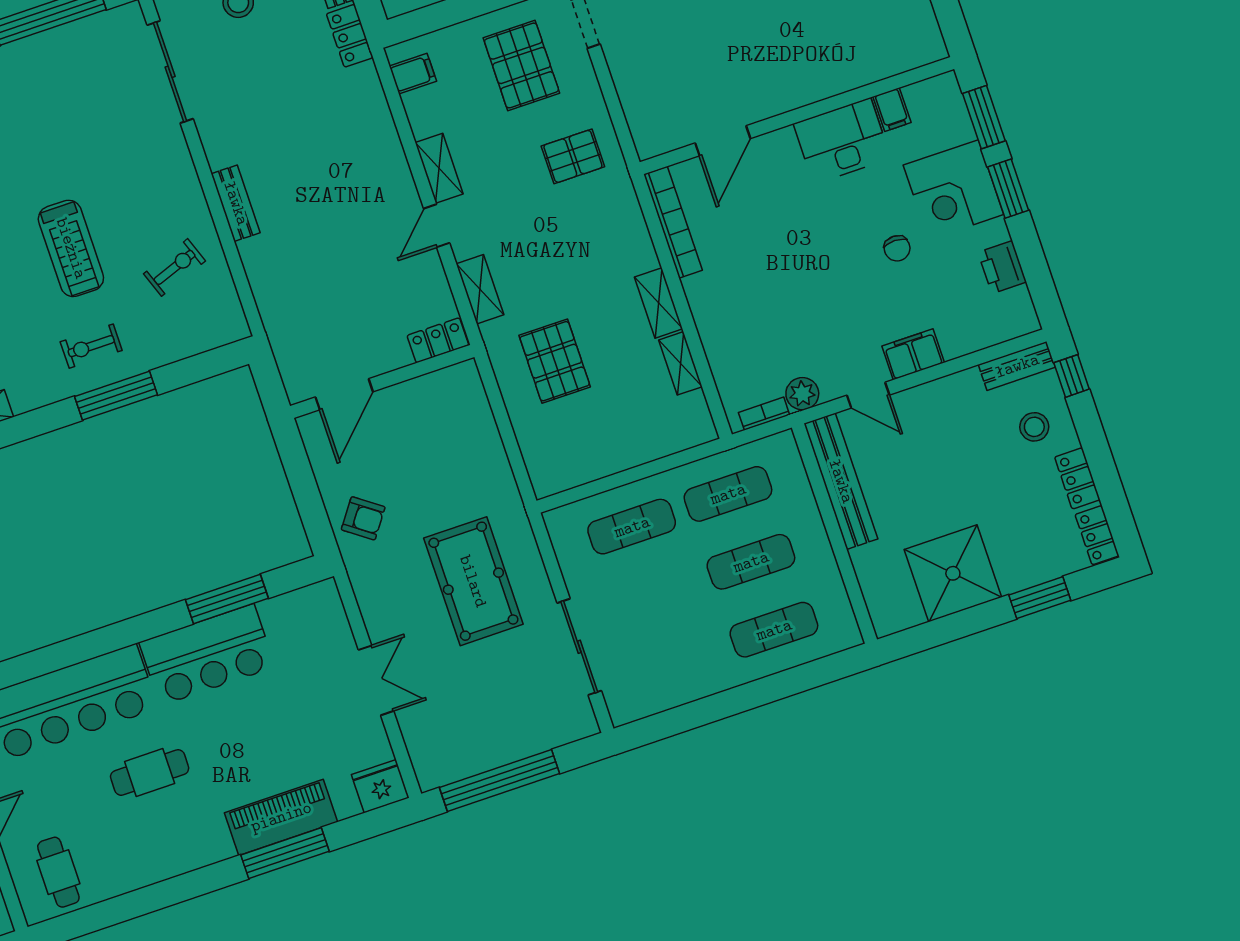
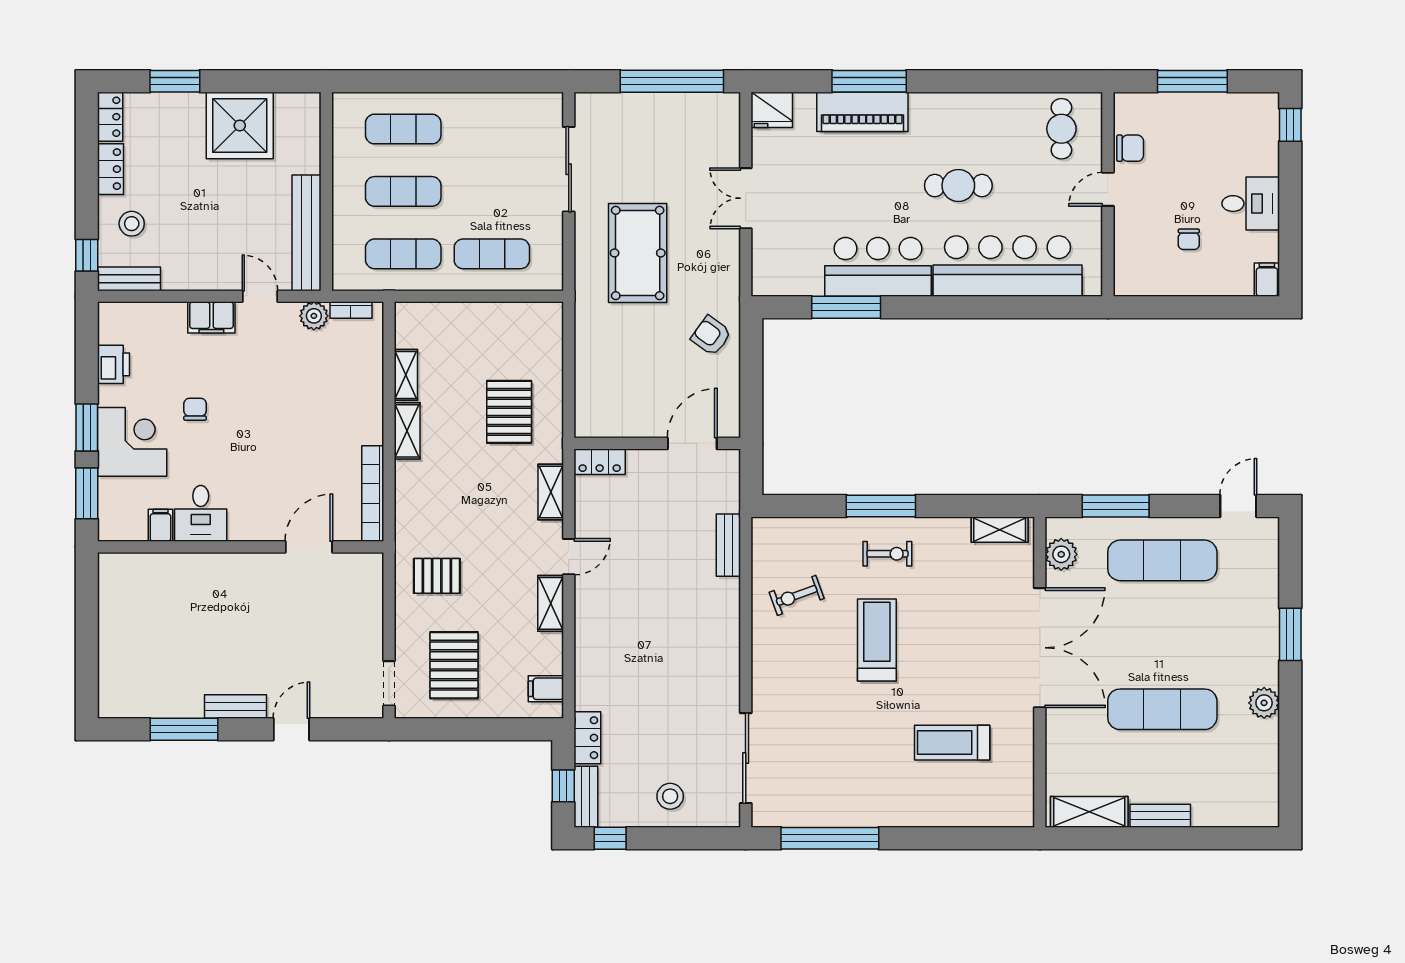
desk: (842, 141) -> (201, 513), width x0.73
bench: (236, 203) -> (728, 545), moved

